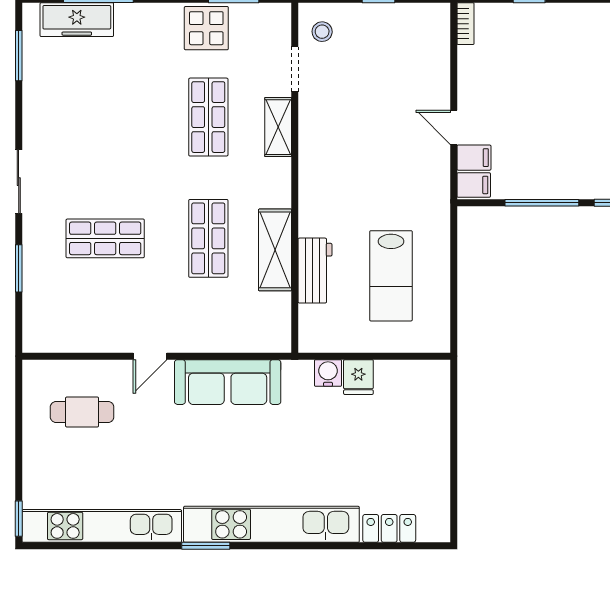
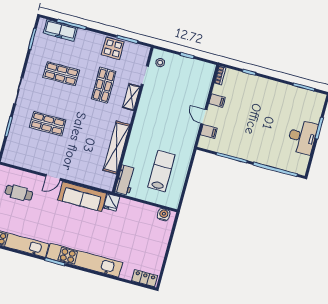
filing cabinet: (474, 185) -> (217, 101), moved
shop shelf: (208, 238) -> (61, 74), moved, turned 90
shelving: (275, 250) -> (116, 147), width x1.47
workbench: (315, 271) -> (125, 180), moved
lab bench: (391, 276) -> (161, 171), turned 180
water cooler: (328, 373) -> (164, 215), moved
fridge: (358, 377) -> (112, 202), moved
locker: (389, 528) -> (145, 278), moved

